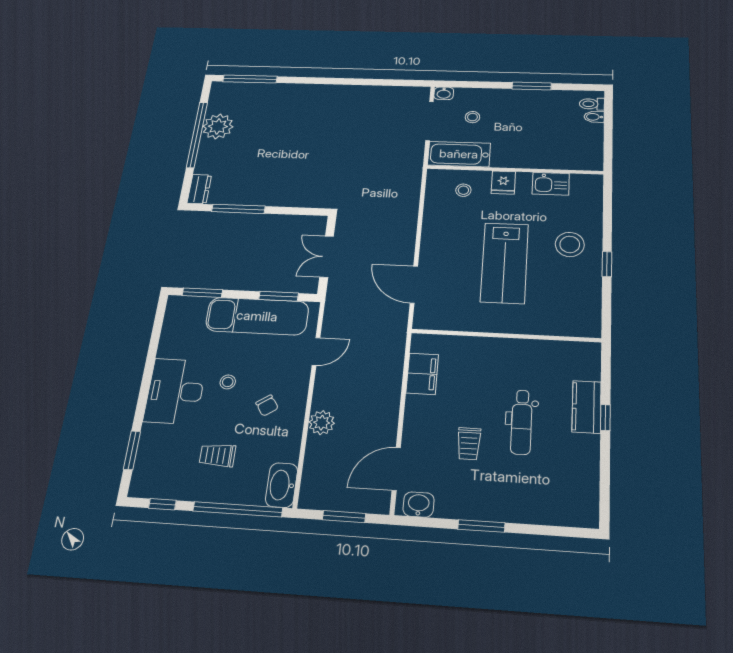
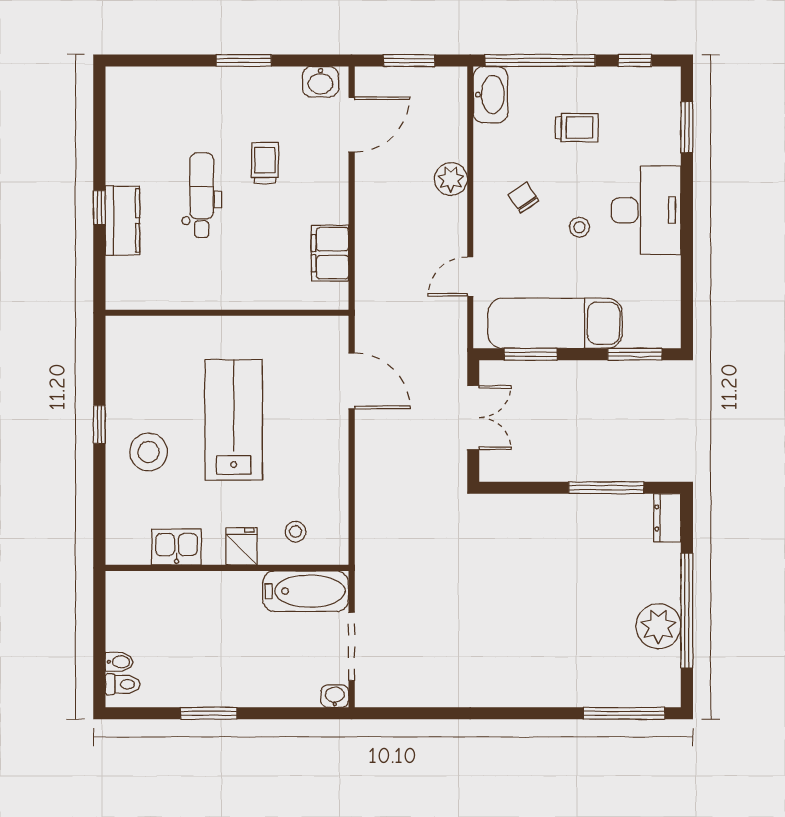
stool: (472, 117) -> (291, 656), removed

